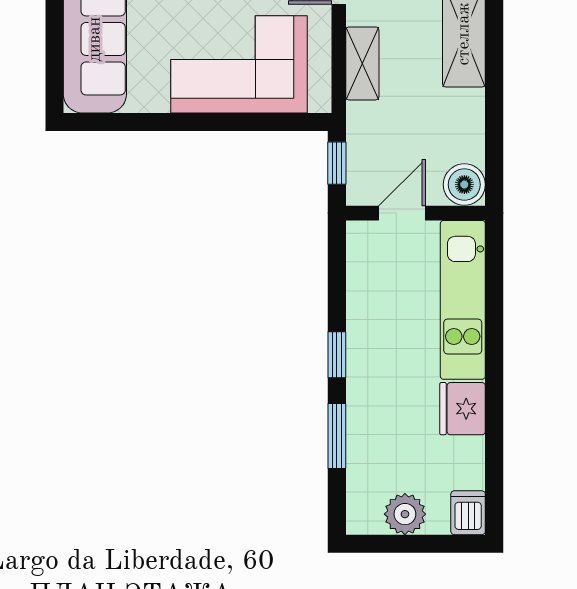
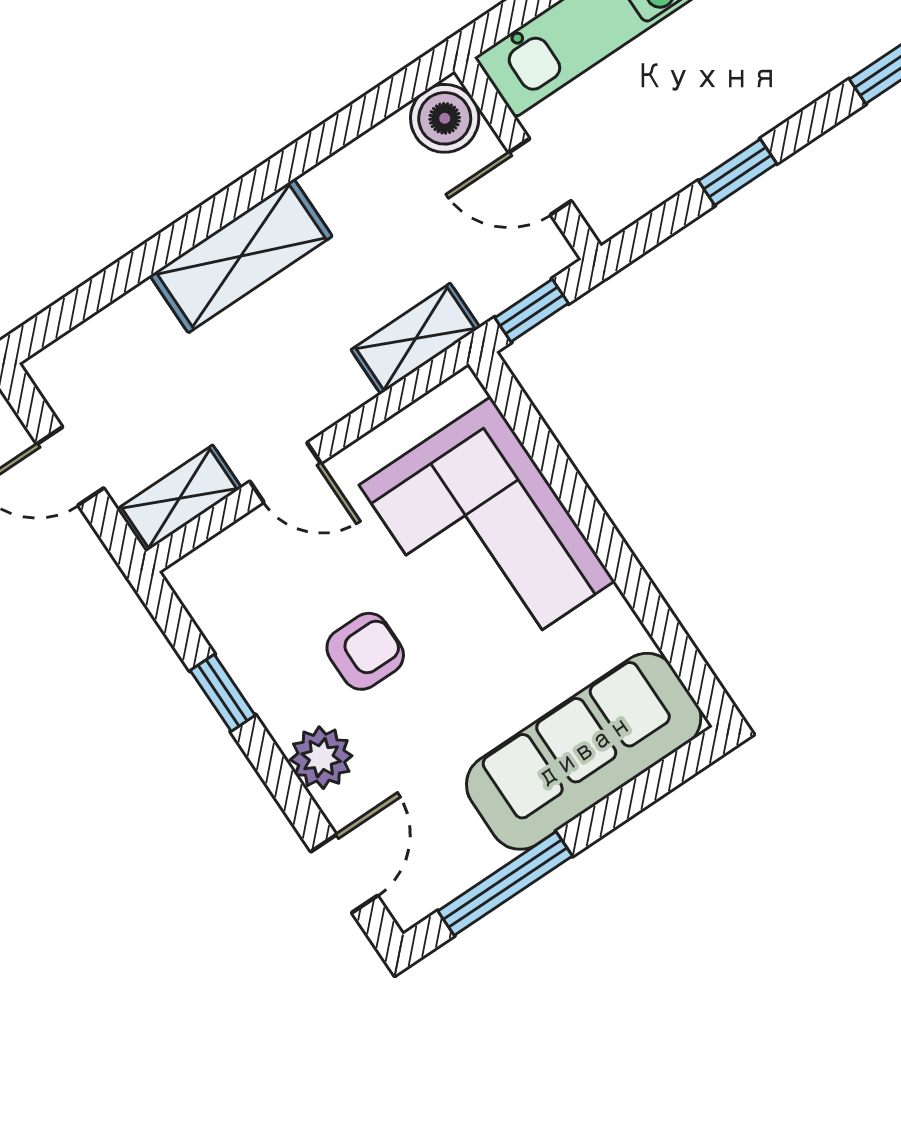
shelving: (362, 63) -> (415, 339), moved
window: (337, 355) -> (737, 172), moved

